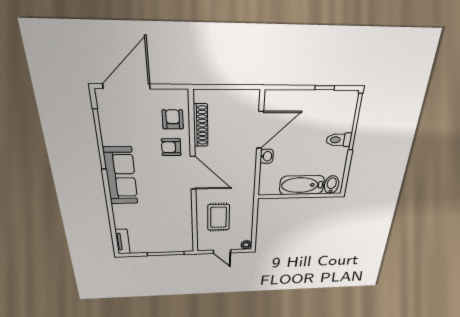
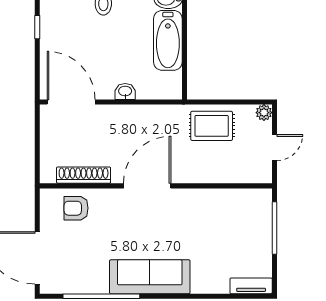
door: (260, 130) -> (71, 102), moved
armchair: (171, 147) -> (111, 212), removed
rug: (219, 217) -> (212, 126), moved

